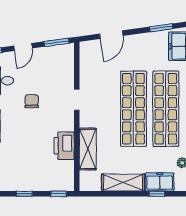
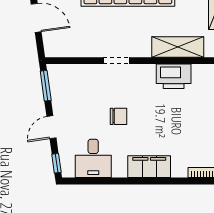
door: (23, 47) -> (51, 127), swing flipped
chair: (32, 101) -> (119, 116), turned 180

